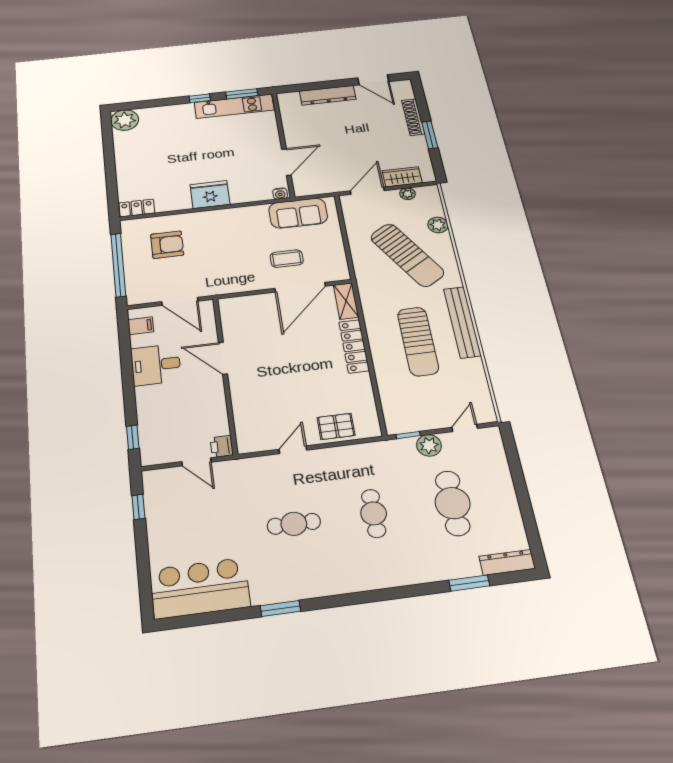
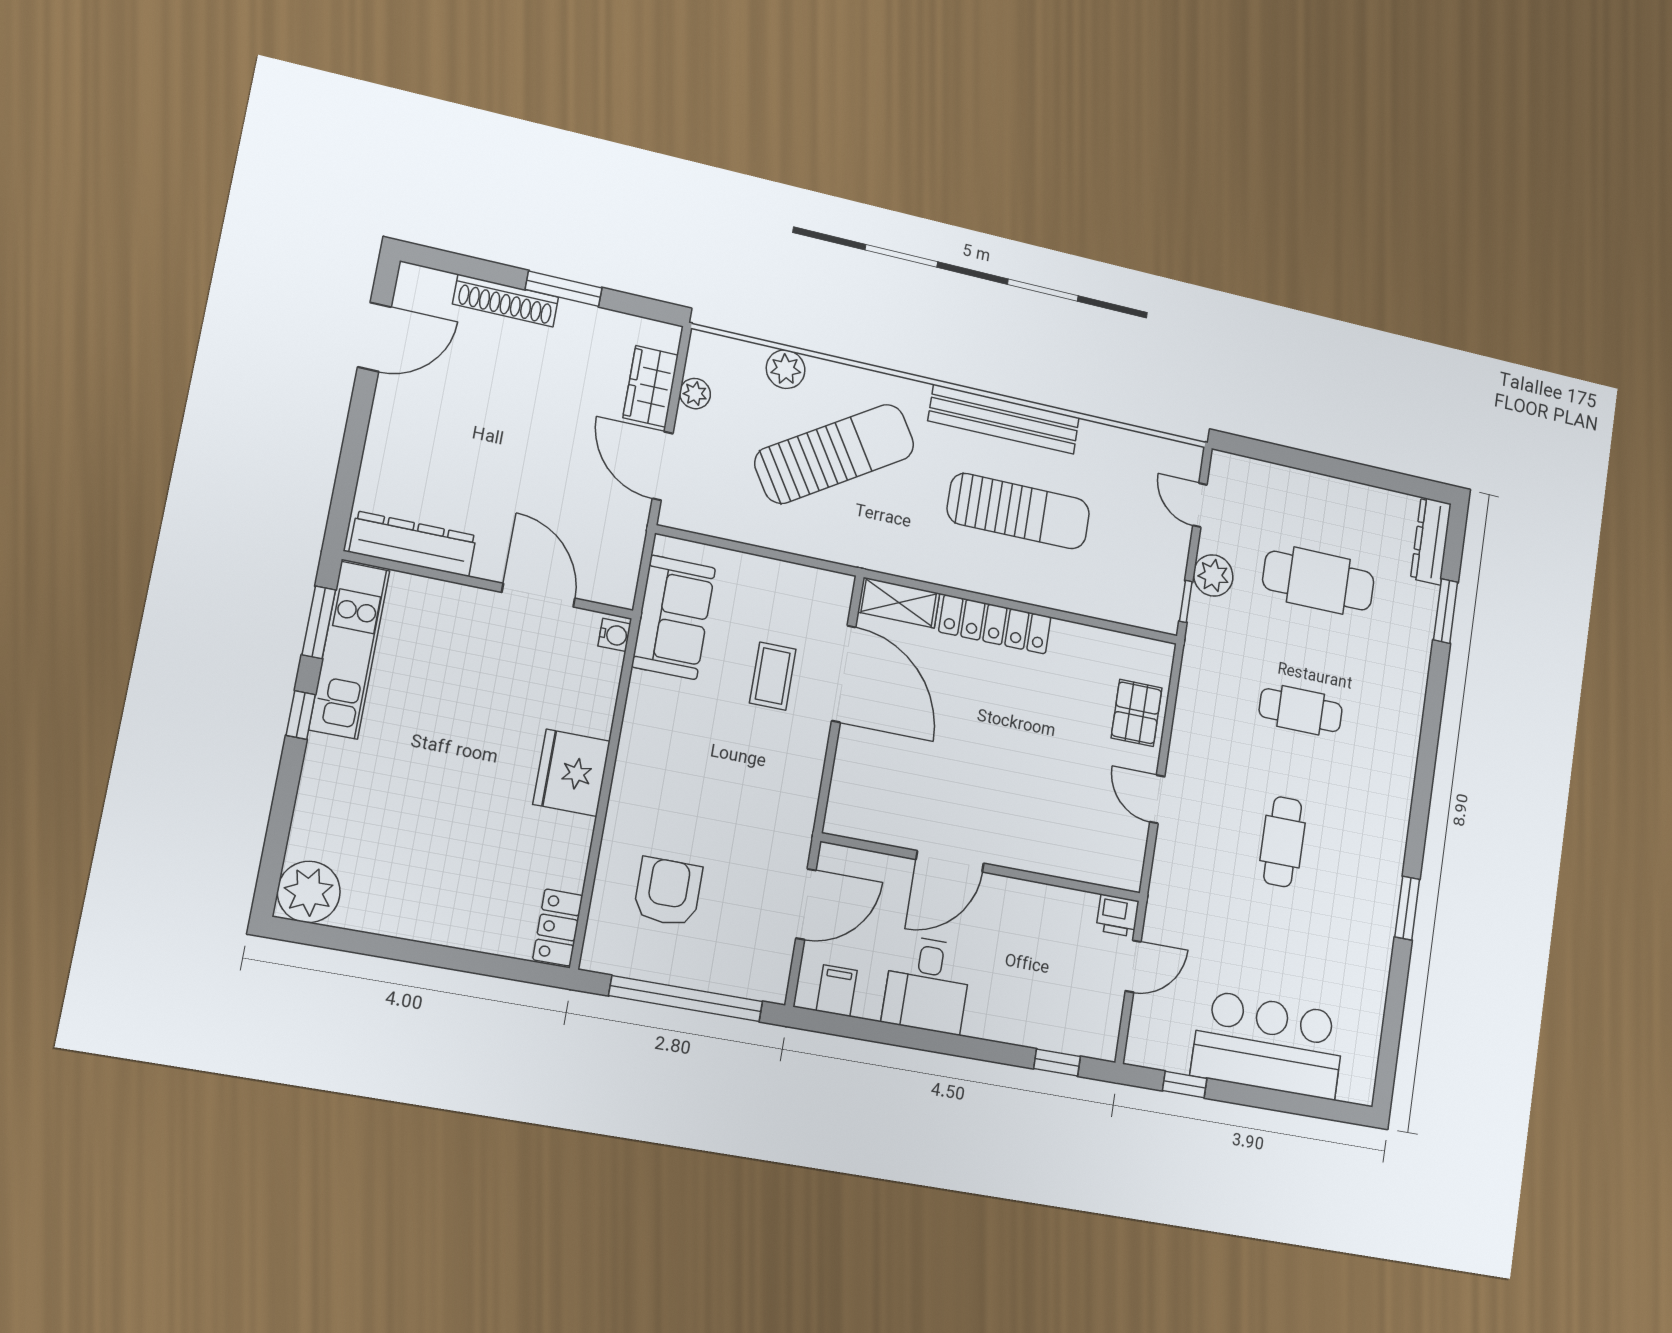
dresser: (328, 95) -> (413, 544), moved, turned -90
bar counter: (200, 588) -> (1268, 1045), moved, turned 90

